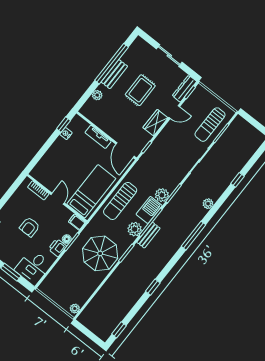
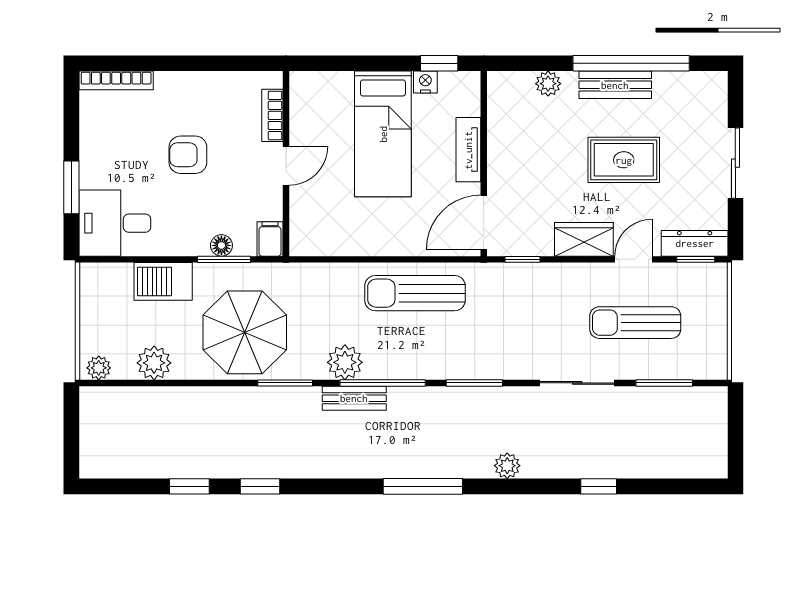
door: (174, 112) -> (633, 259), swing flipped
sun lounger: (210, 125) -> (635, 323), moved
bed: (91, 191) -> (383, 134), moved, turned 90
plant: (162, 195) -> (154, 363), moved
sun lounger: (120, 201) -> (415, 293), moved
barbecue: (149, 210) -> (163, 281), moved, turned 180
printer: (57, 248) -> (190, 240), removed
window: (119, 330) -> (189, 486), moved

